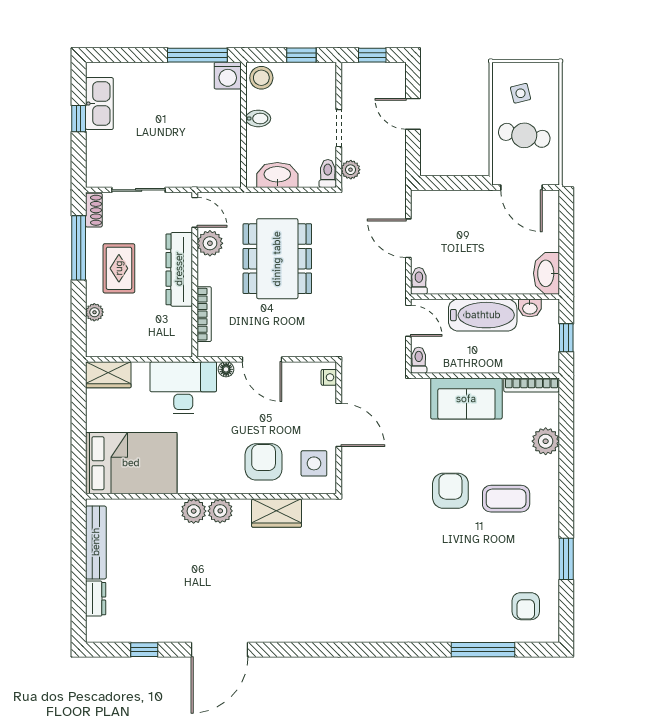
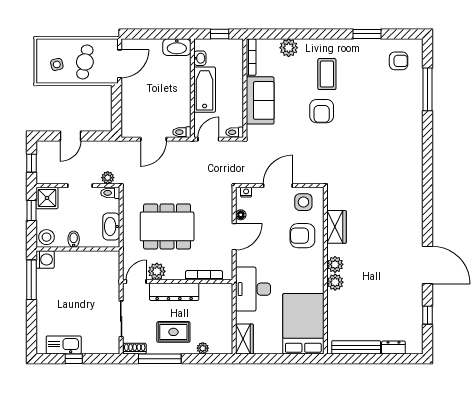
shower: (320, 78) -> (47, 198), added
floor lamp: (226, 369) -> (241, 215), moved
armchair: (450, 491) -> (322, 111), turned -90

